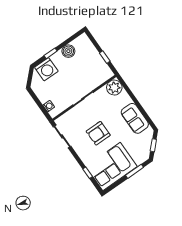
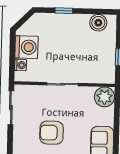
boiler: (68, 51) -> (98, 23), moved
washing machine: (46, 69) -> (26, 47), moved, turned -90

